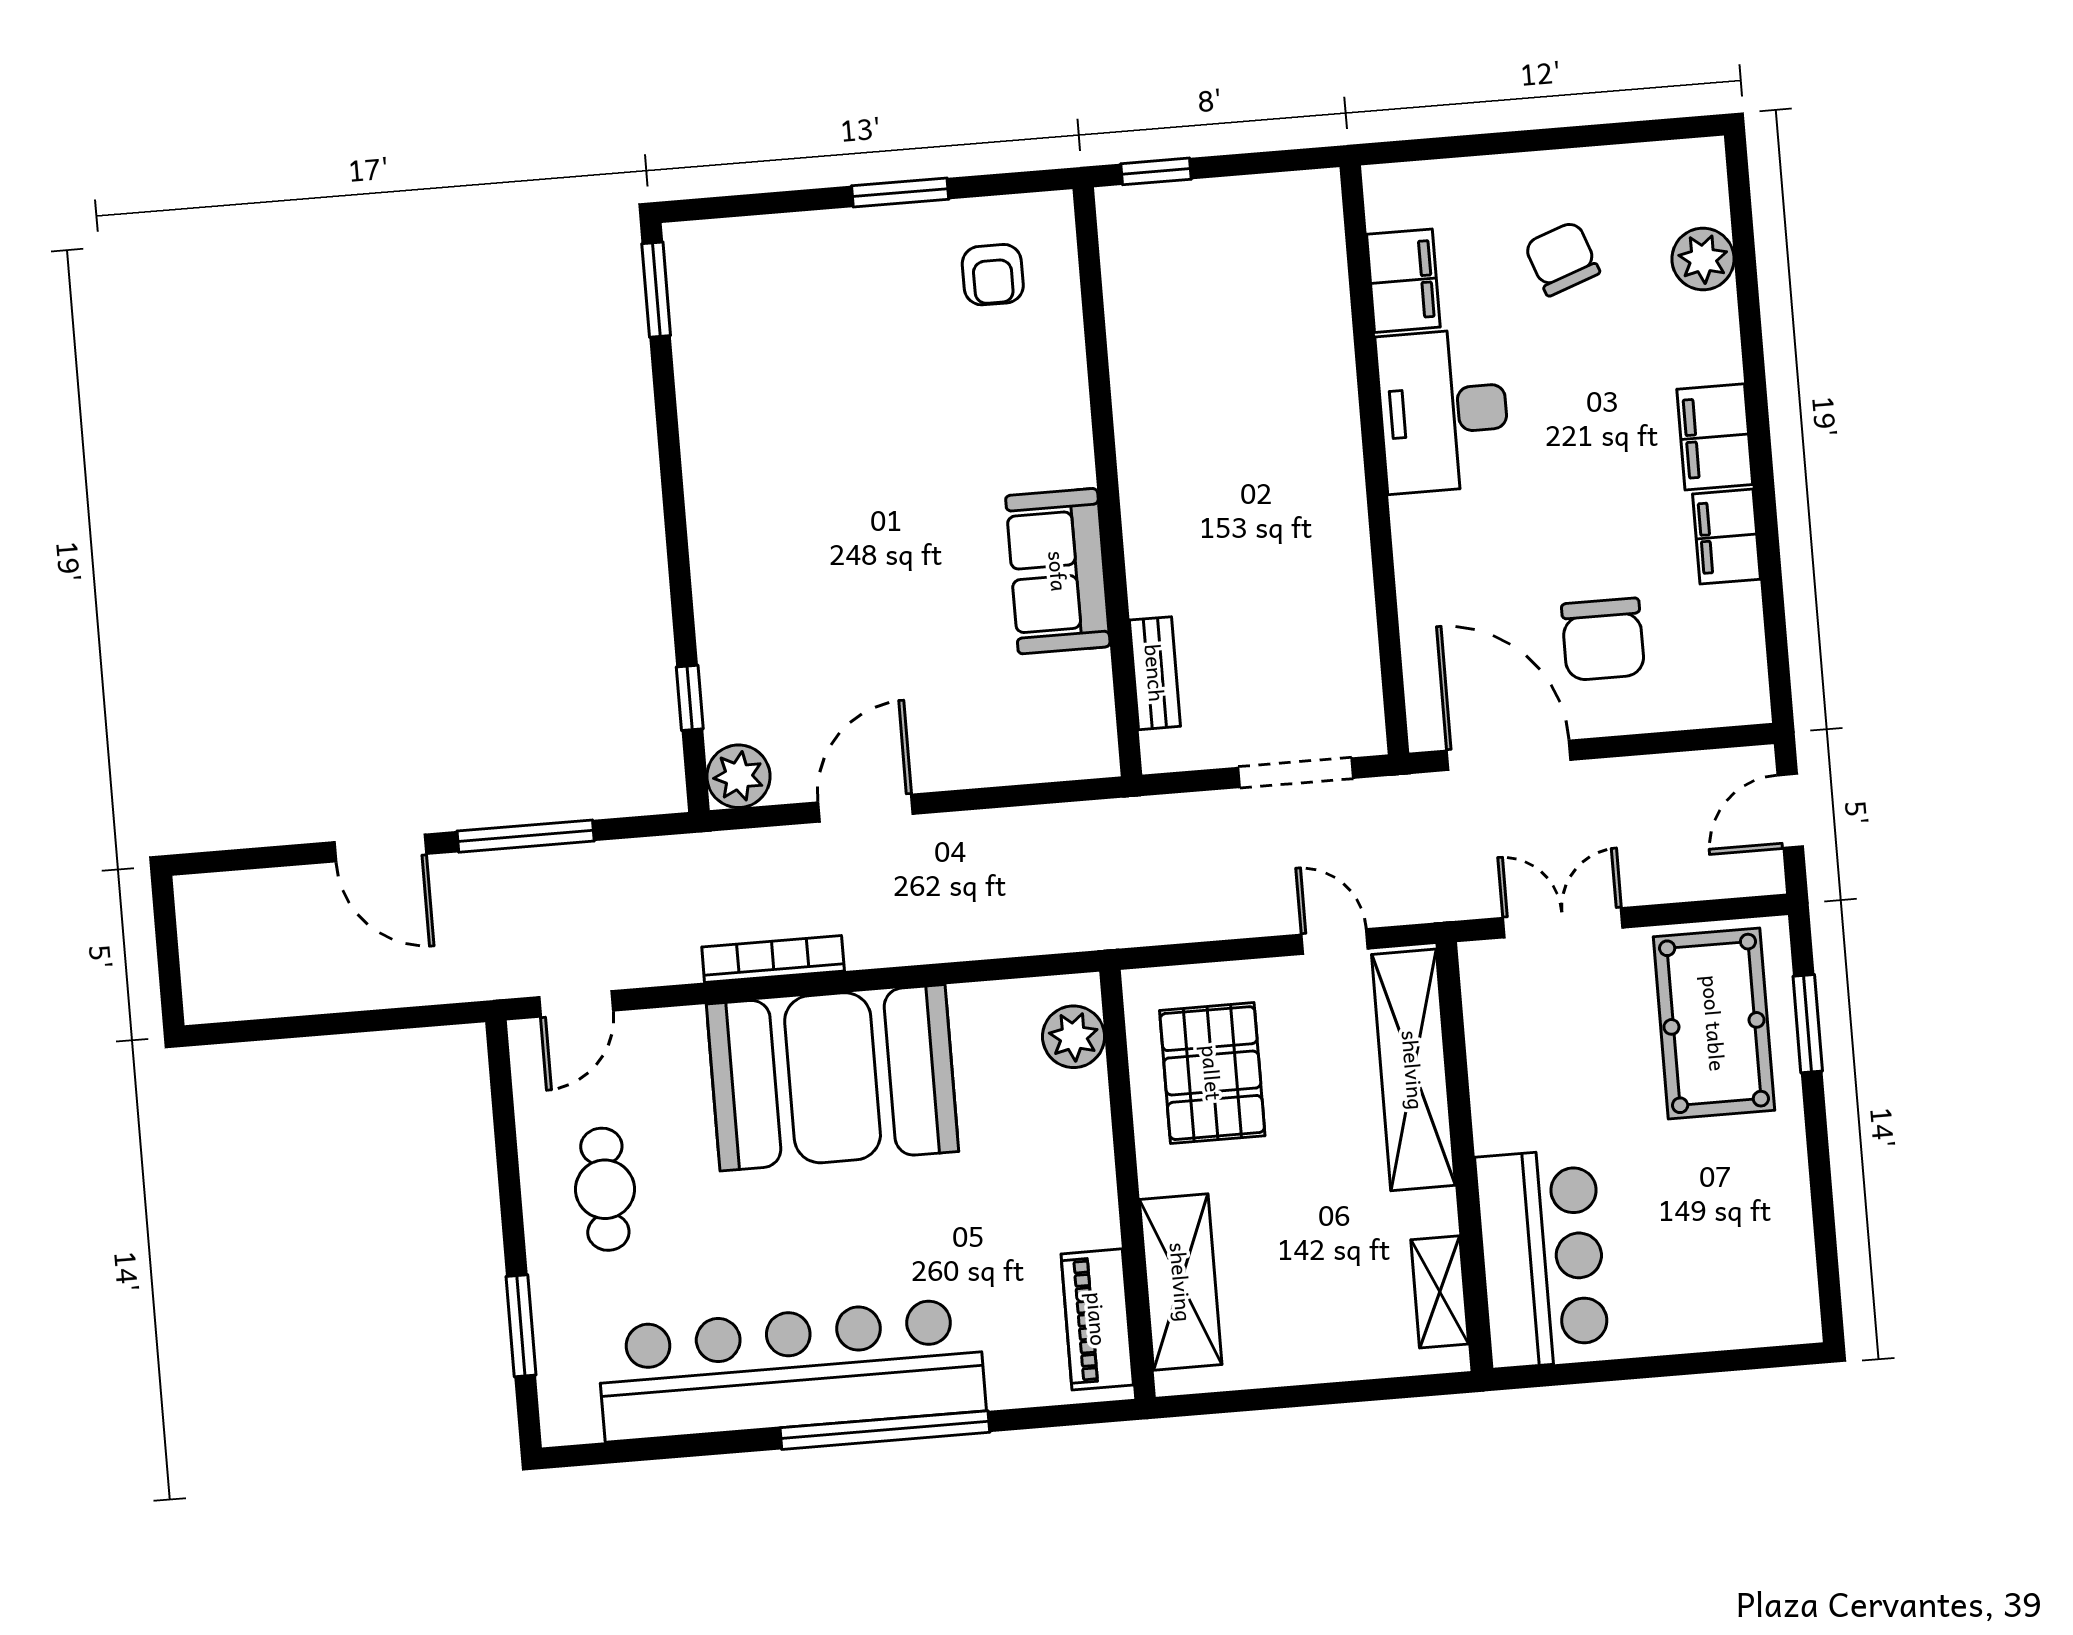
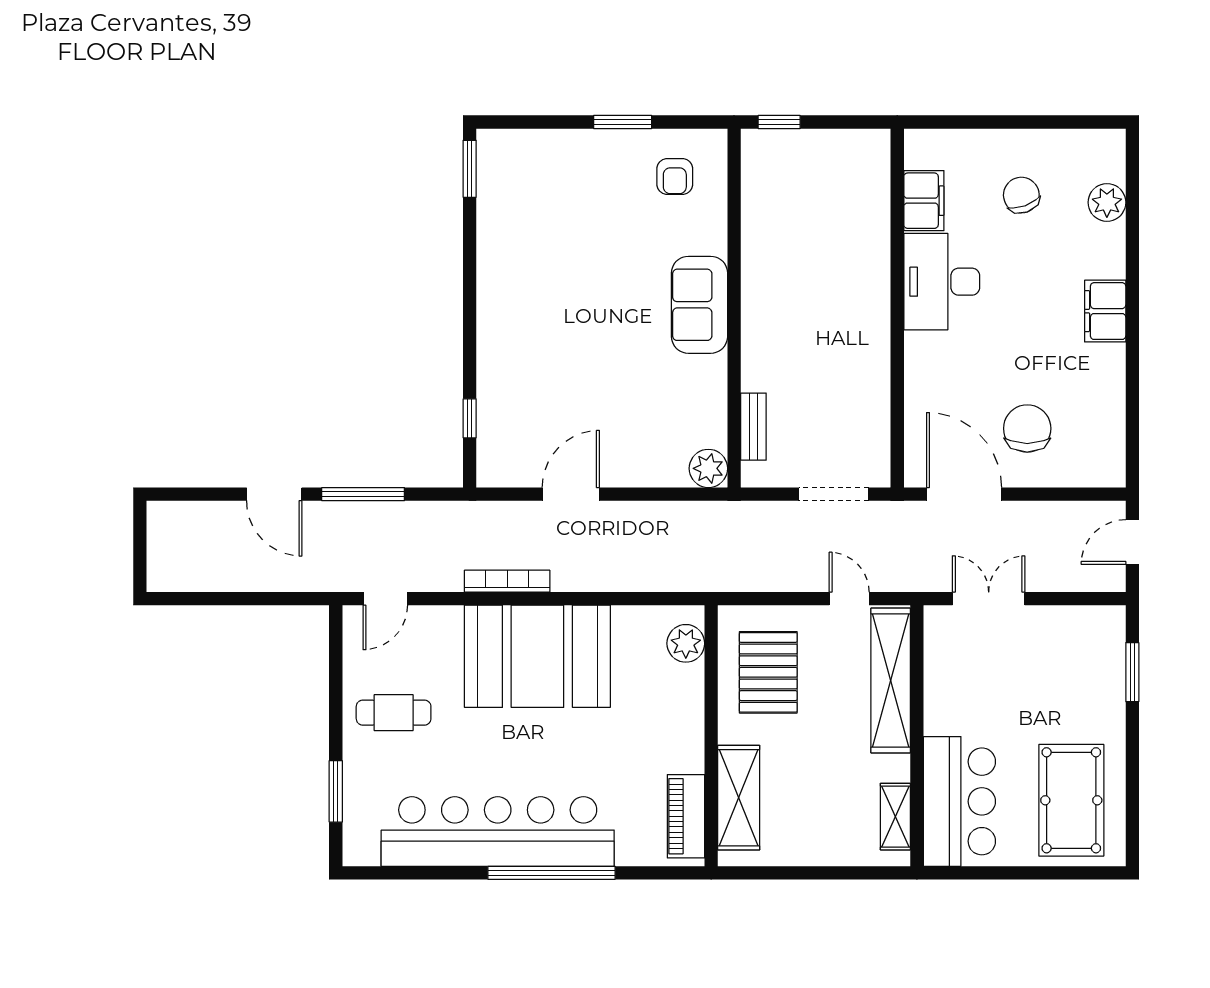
filing cabinet: (1727, 537) -> (1107, 372), removed
sofa: (1058, 571) -> (699, 305), moved
chair: (1603, 639) -> (1027, 428), turned 180
plant: (738, 776) -> (708, 468), moved
pool table: (1714, 1023) -> (1071, 800), moved
cafe table: (605, 1189) -> (394, 713), turned 90

